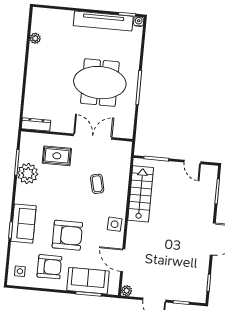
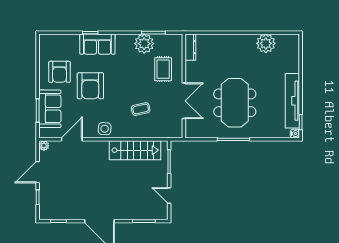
plant: (35, 38) -> (266, 43), width x1.87, depth x1.87
door: (192, 162) -> (169, 195), hinge flipped
side table: (20, 271) -> (53, 45), removed

